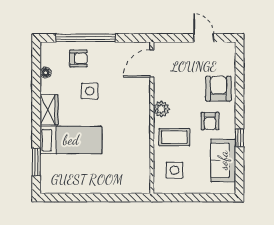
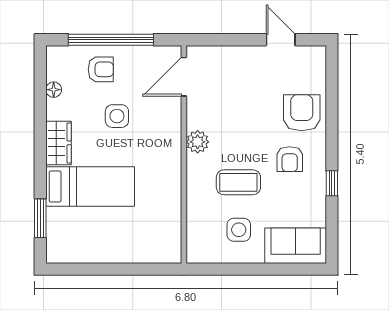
door: (152, 64) -> (184, 77), moved
plant: (161, 109) -> (198, 142), moved
wall: (152, 118) -> (184, 154), moved
sofa: (223, 160) -> (296, 246), moved, turned 90

